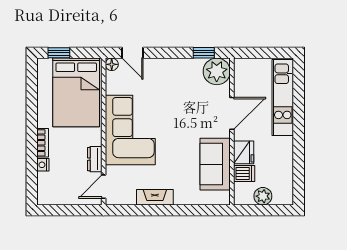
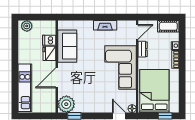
cot: (54, 196) -> (168, 26), added
plant: (263, 196) -> (27, 26), moved

